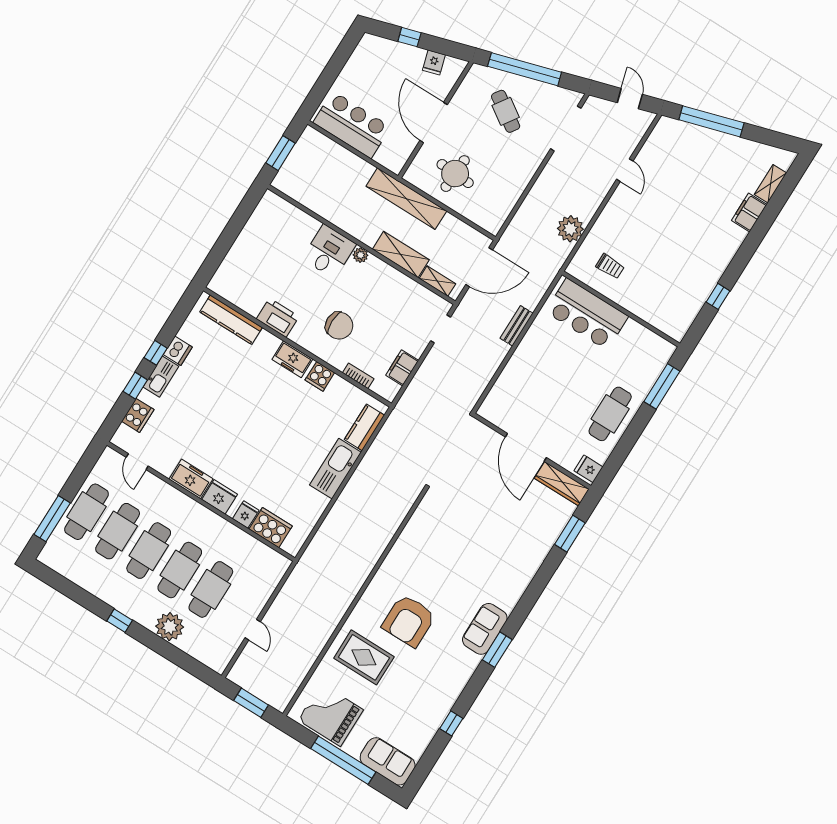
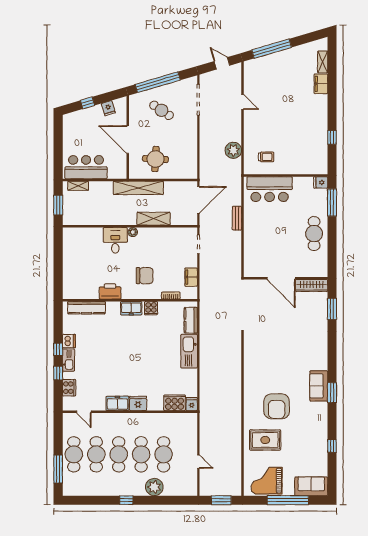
shelving: (437, 281) -> (78, 186), moved
fridge: (589, 469) -> (321, 182), moved
fridge: (246, 515) -> (192, 404), moved

